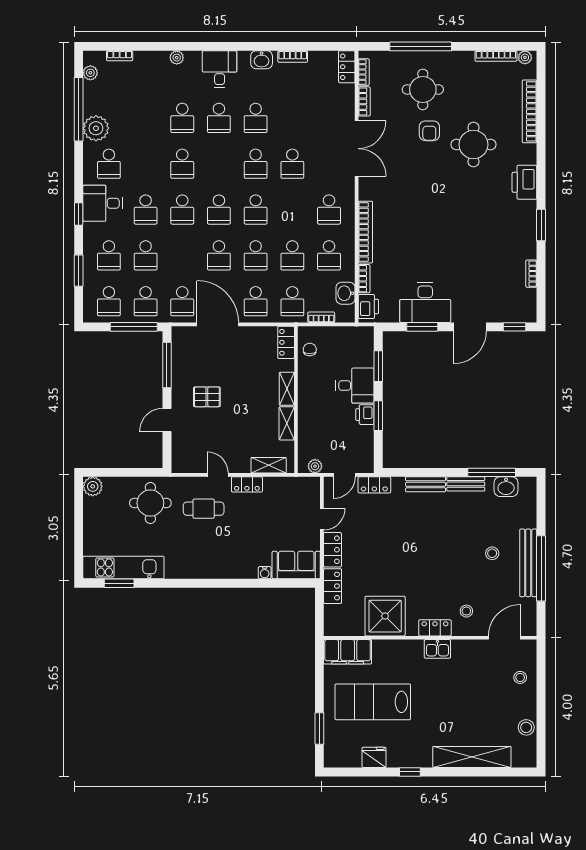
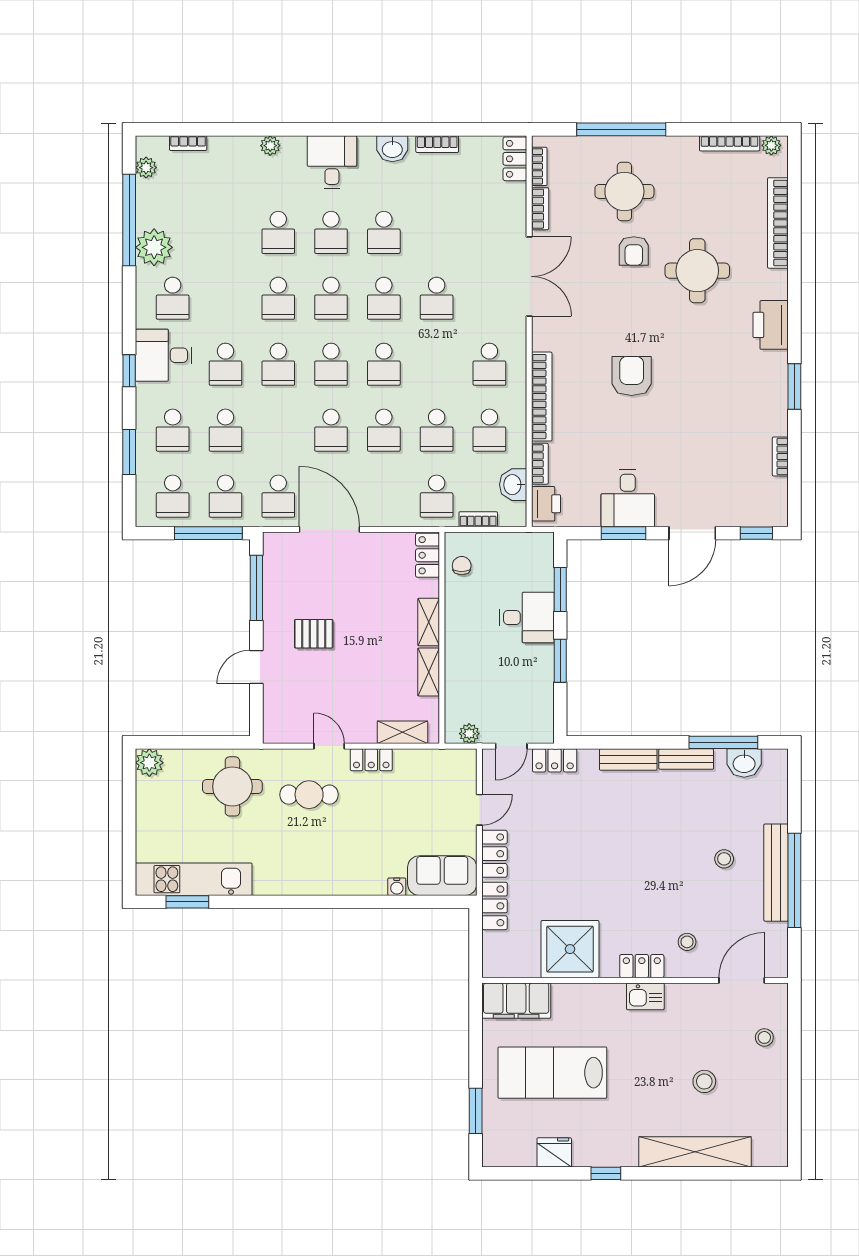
armchair: (428, 218) -> (632, 376), added
school desk: (256, 301) -> (331, 298), moved
desk: (425, 303) -> (628, 498), width x0.73
printer: (365, 415) -> (541, 659), removed
stool: (526, 727) -> (704, 1081), moved

